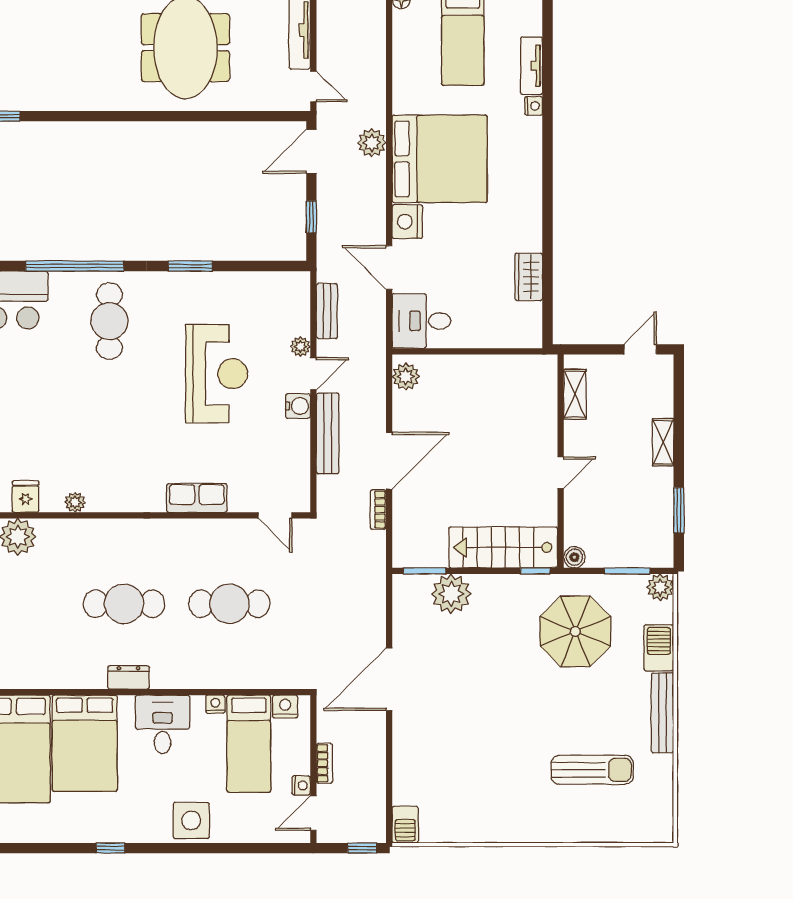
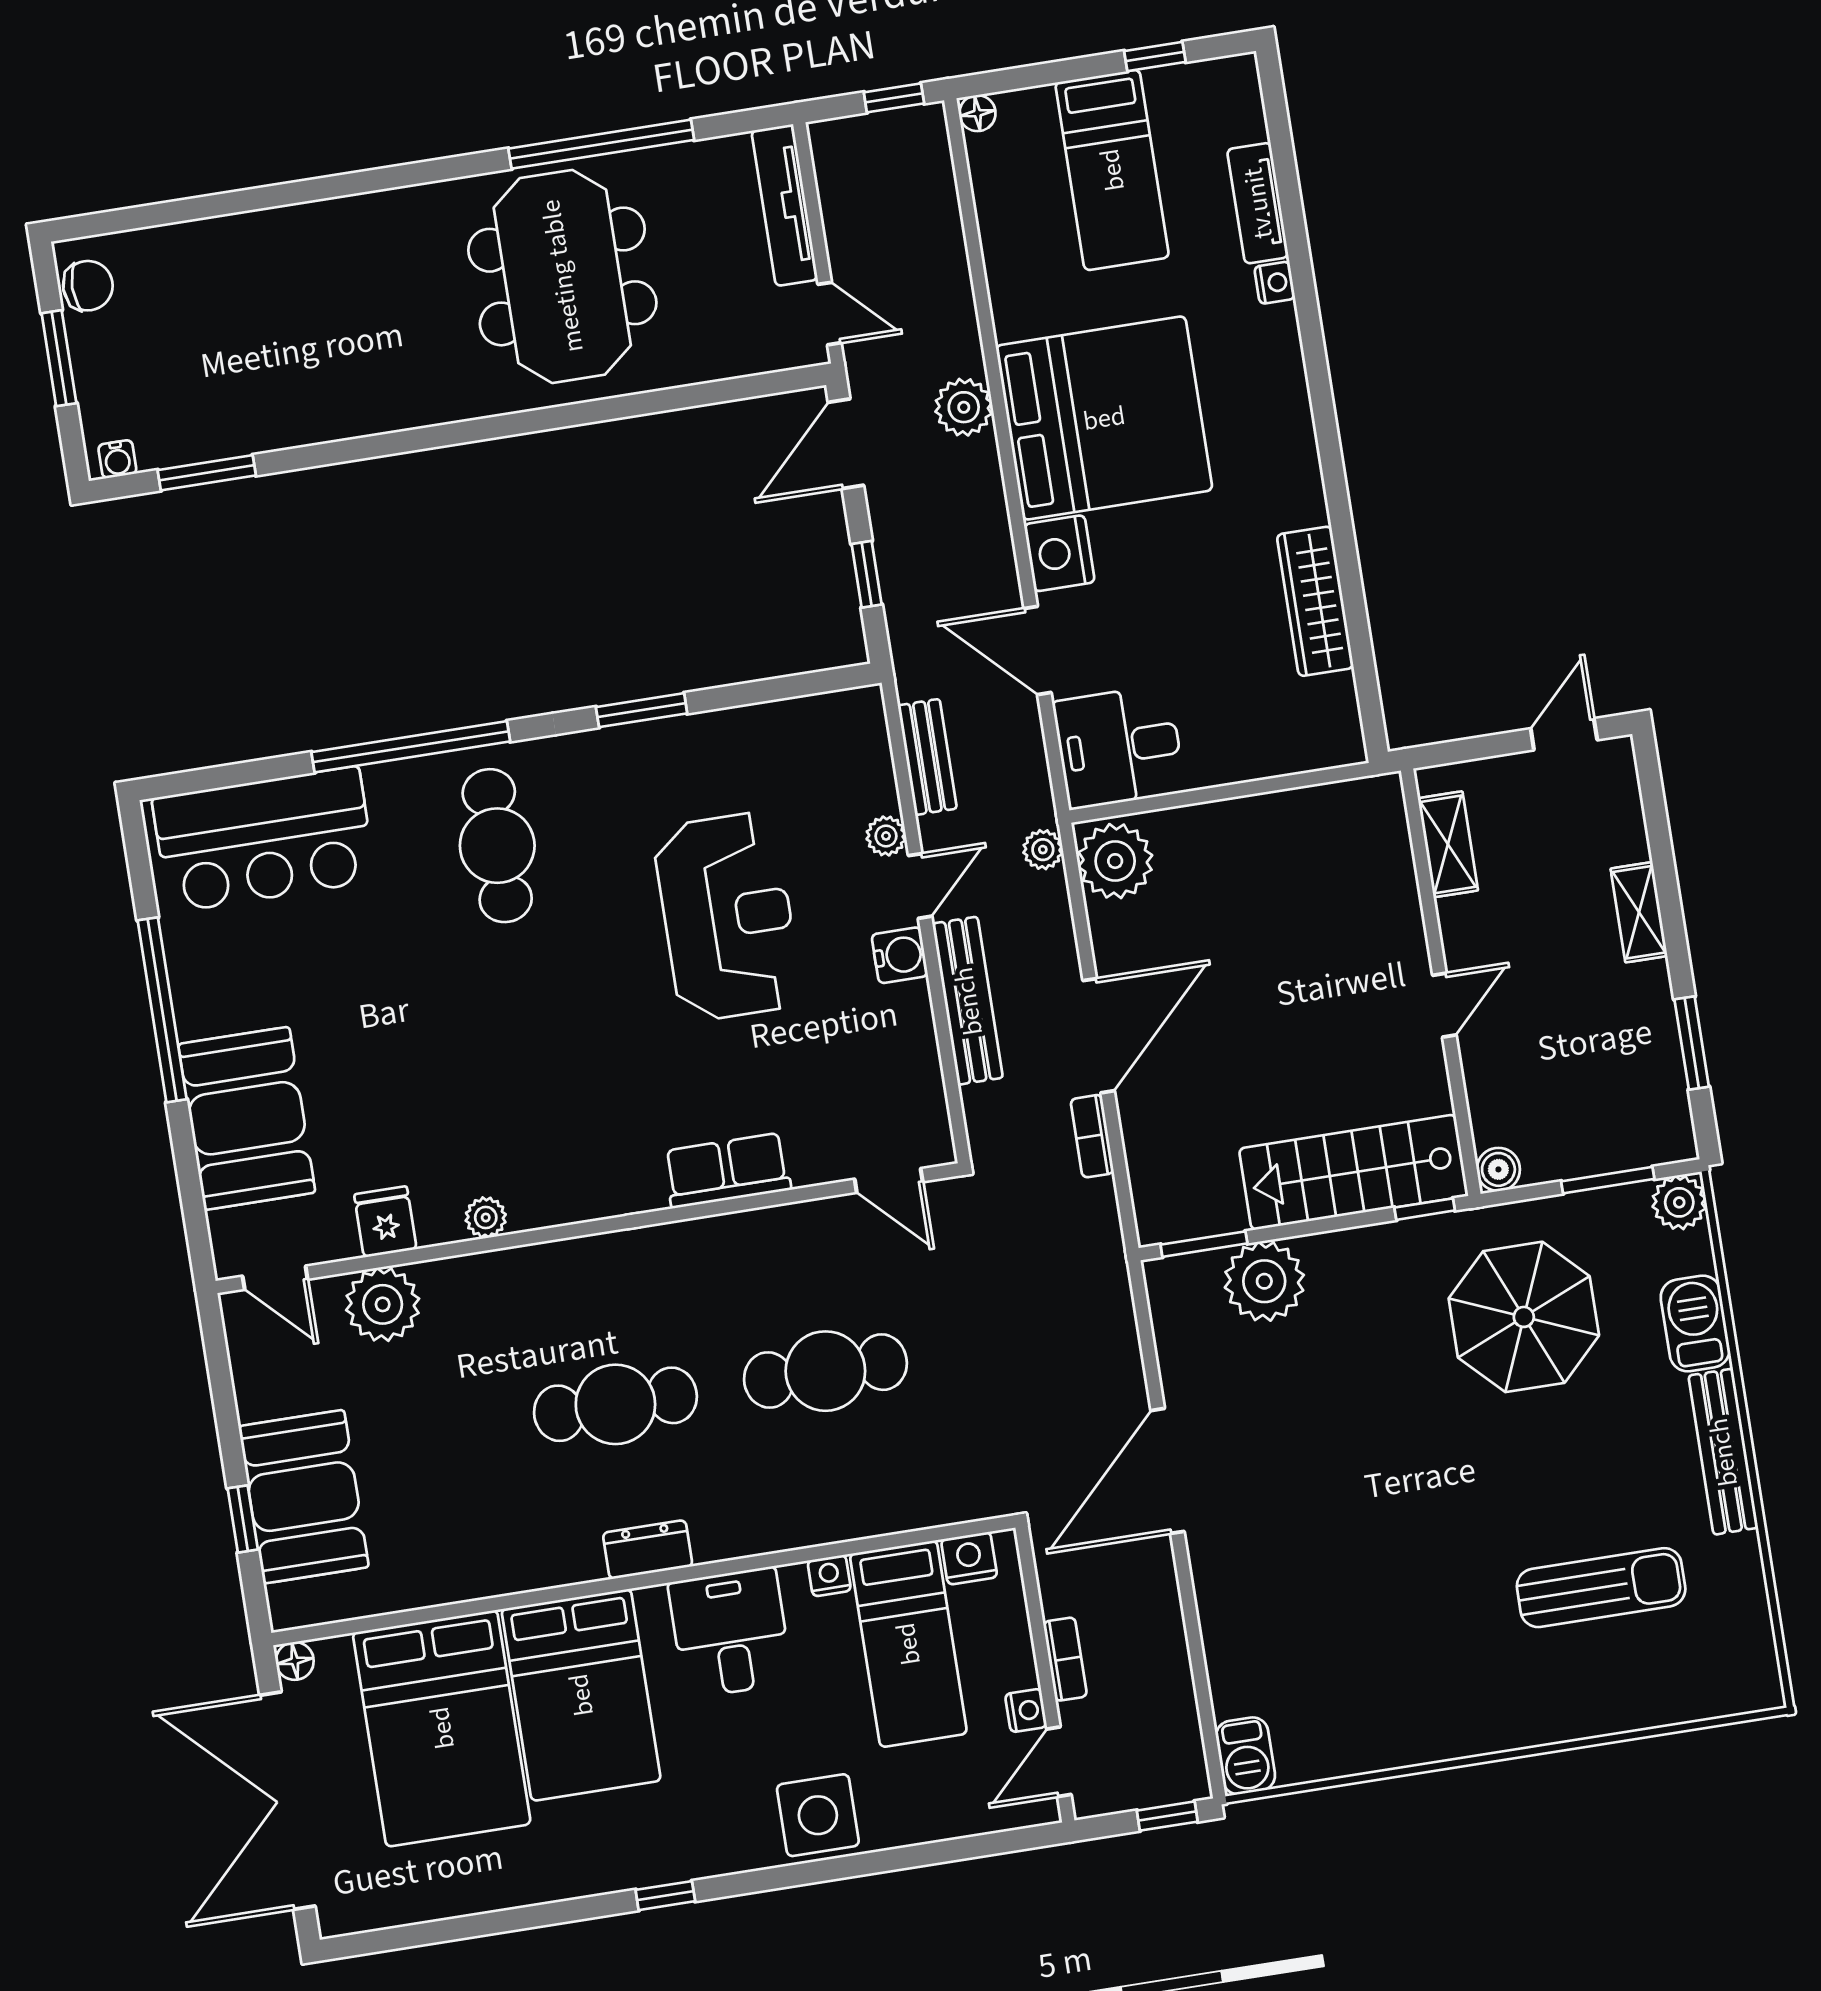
wardrobe: (529, 277) -> (1315, 601), width x1.50
plant: (376, 365) -> (1043, 850), added
plant: (406, 377) -> (1115, 861), width x1.36, depth x1.36

